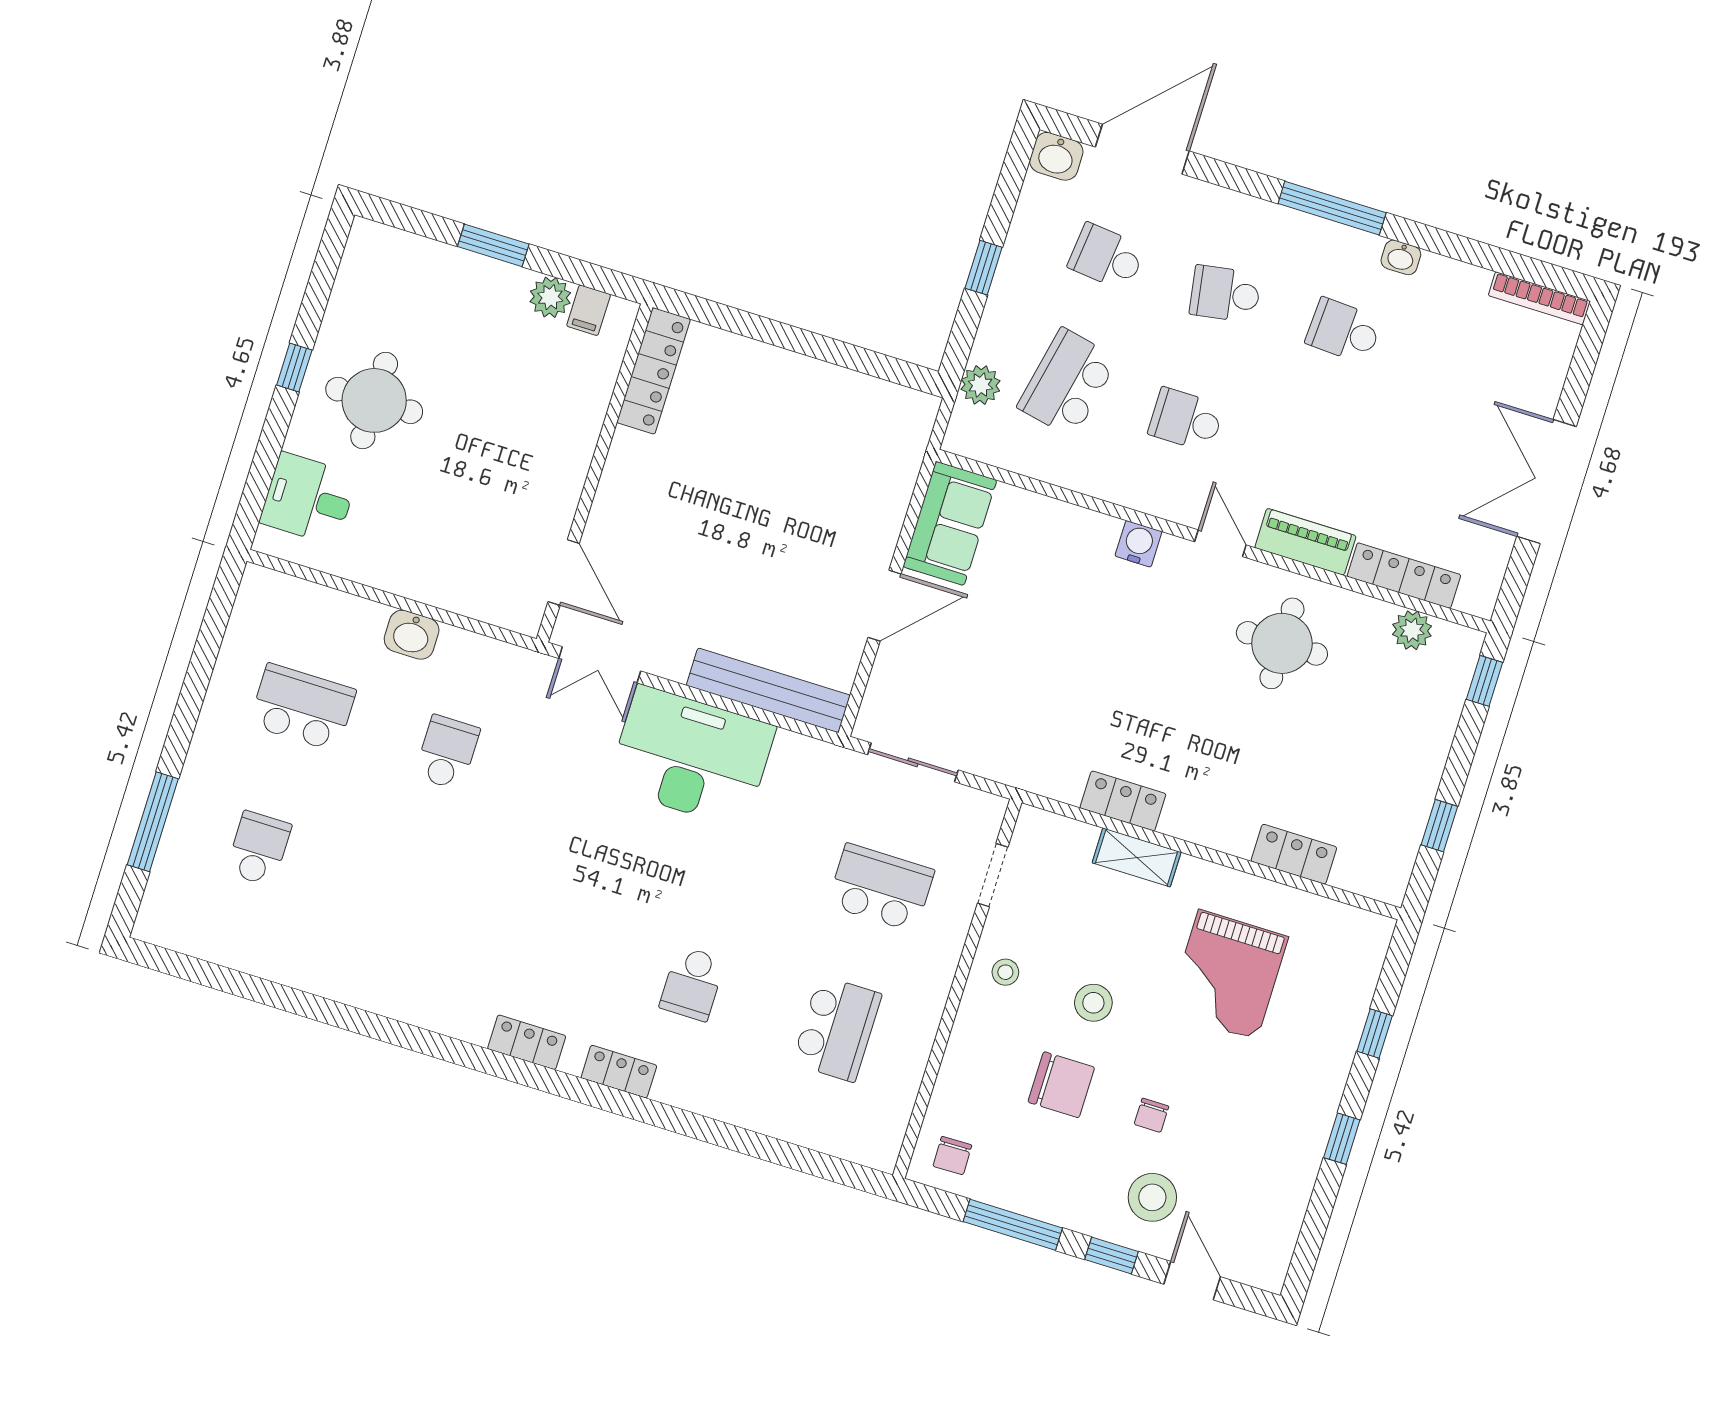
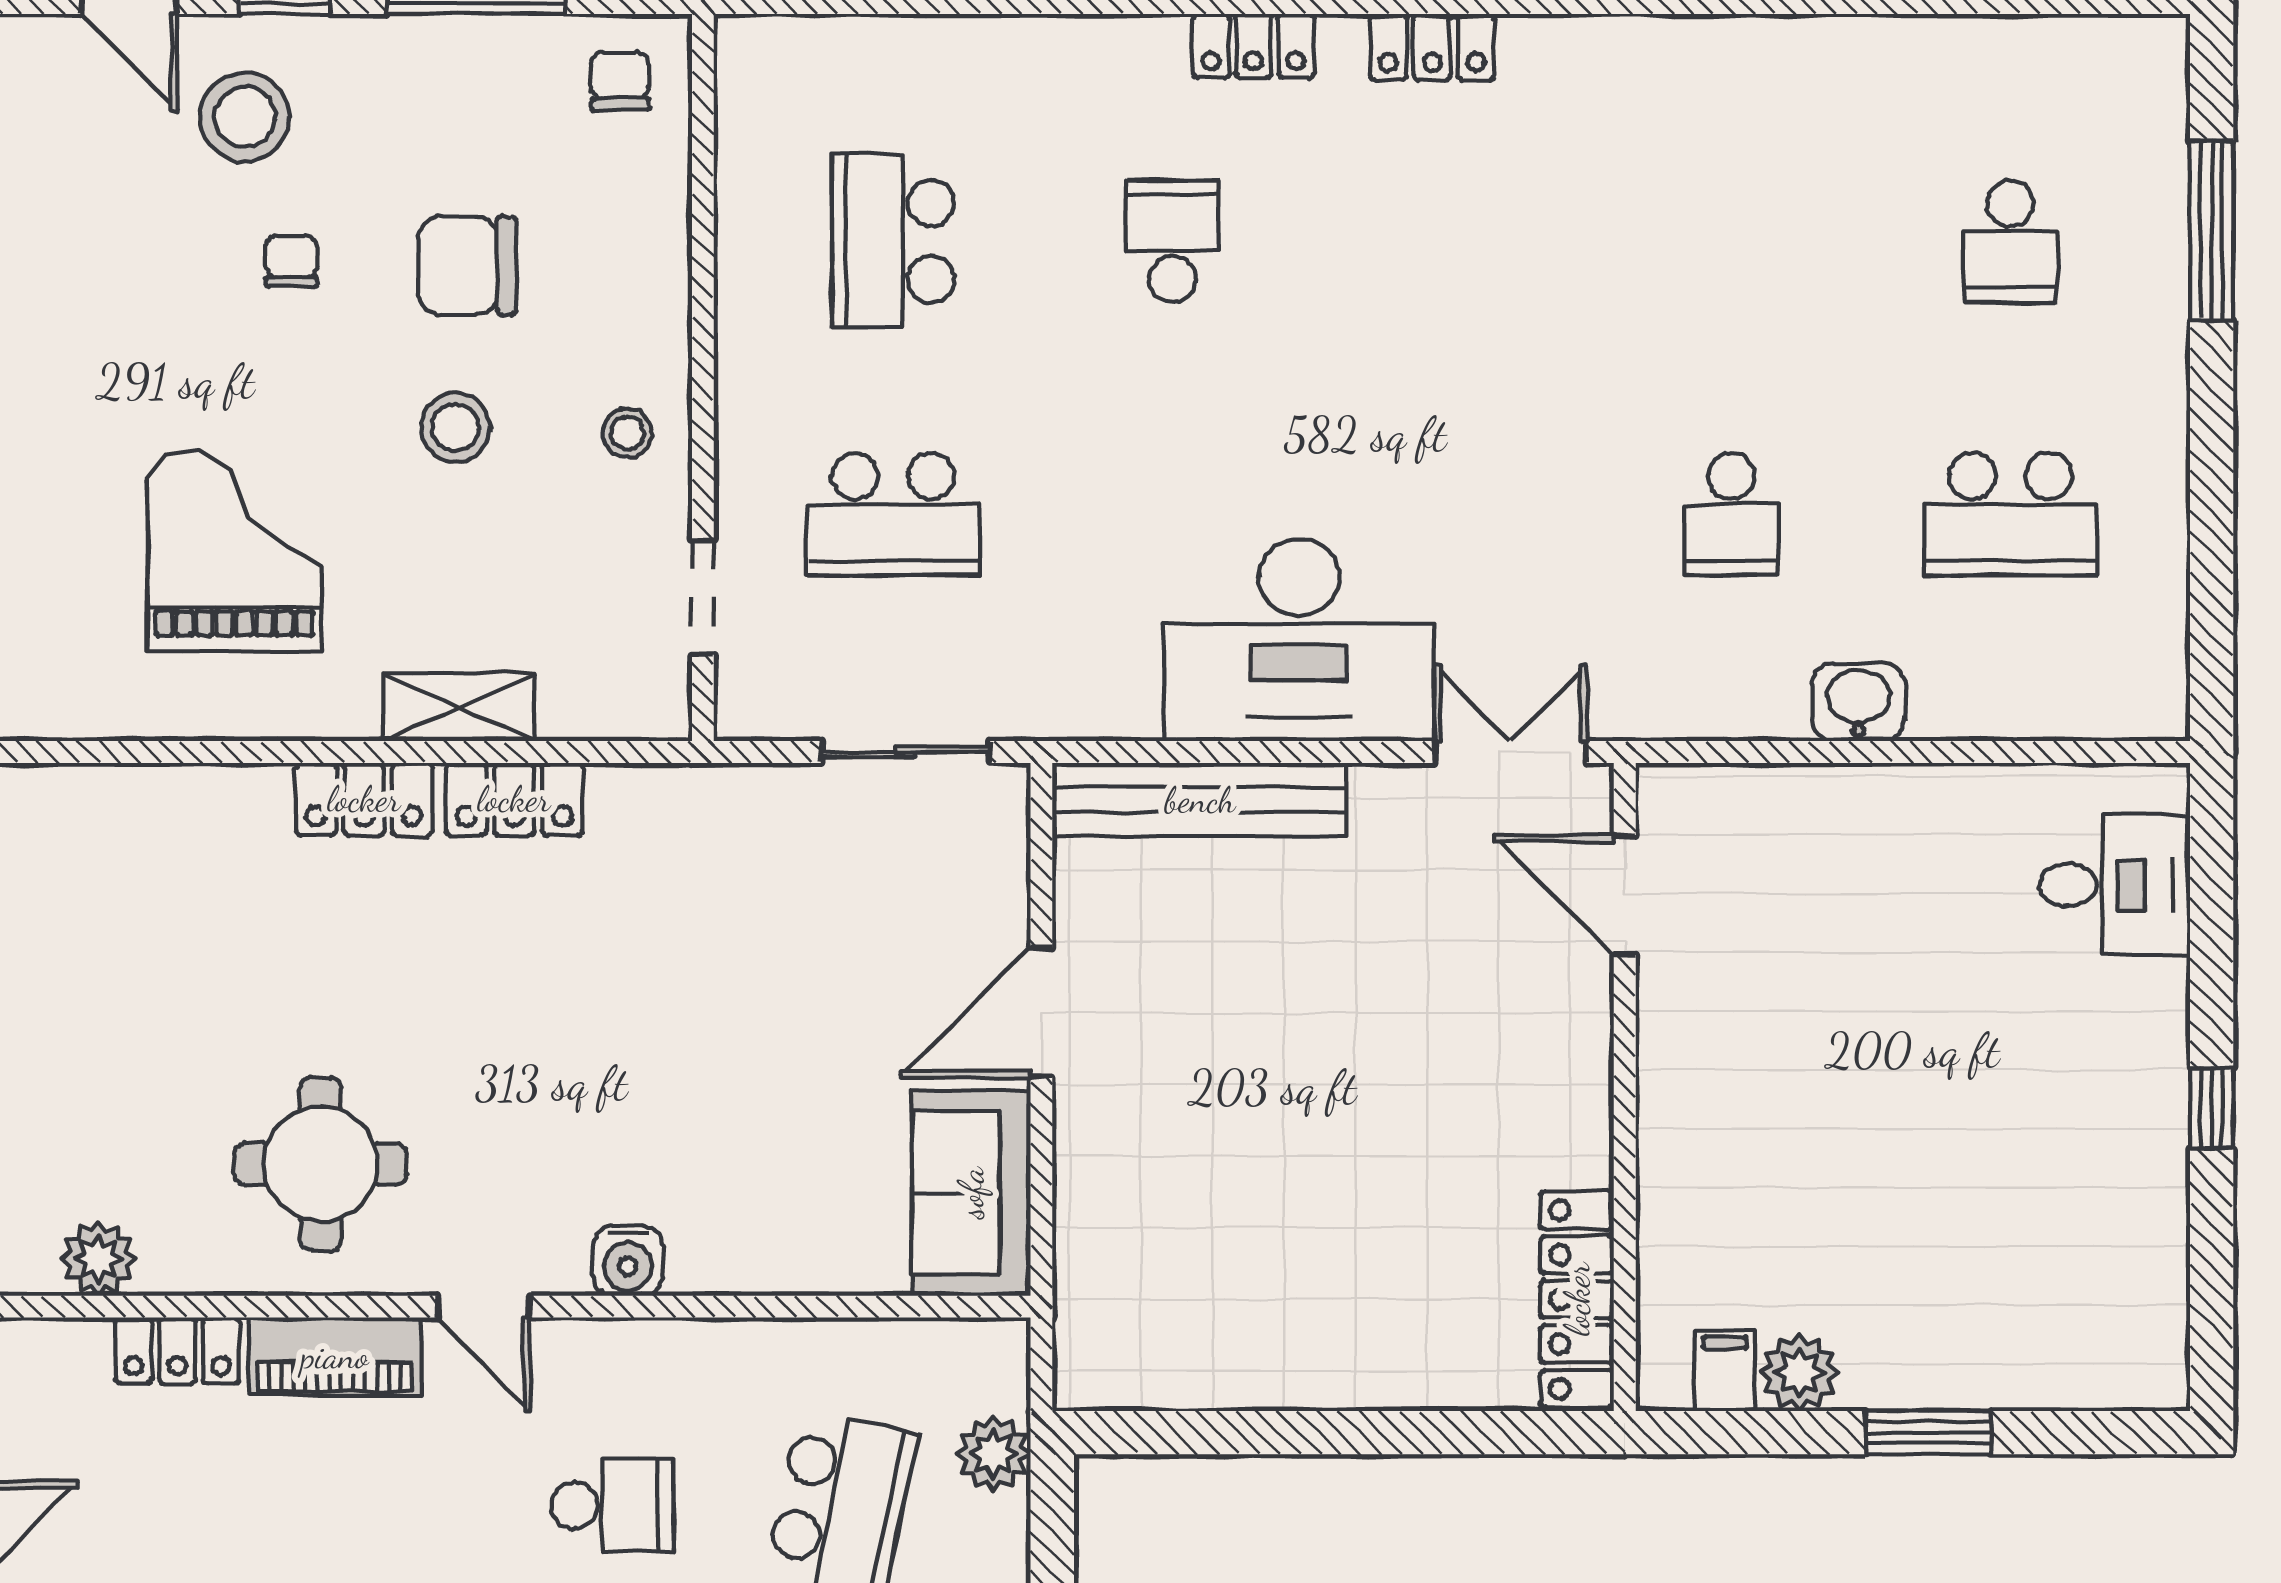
round table: (374, 400) -> (2053, 1094), removed
locker: (1404, 576) -> (177, 1350), width x0.66
locker: (1294, 854) -> (364, 799), moved

